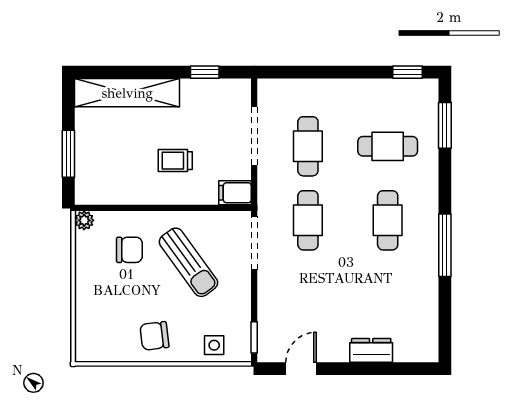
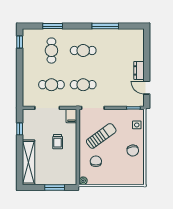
window: (445, 125) -> (53, 26), moved
window: (445, 245) -> (105, 26), moved
dresser: (371, 350) -> (139, 70), moved

